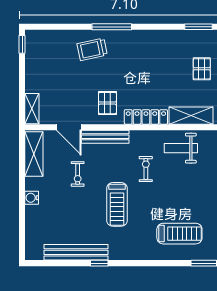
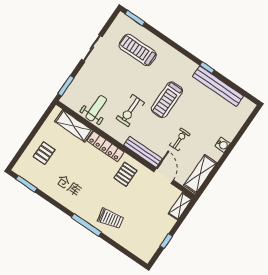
window: (22, 44) -> (166, 241), moved
weight bench: (181, 148) -> (96, 108), turned -90
exercise bike: (146, 169) -> (130, 111), width x1.38, depth x1.39
treadmill: (117, 204) -> (167, 100), turned 180

